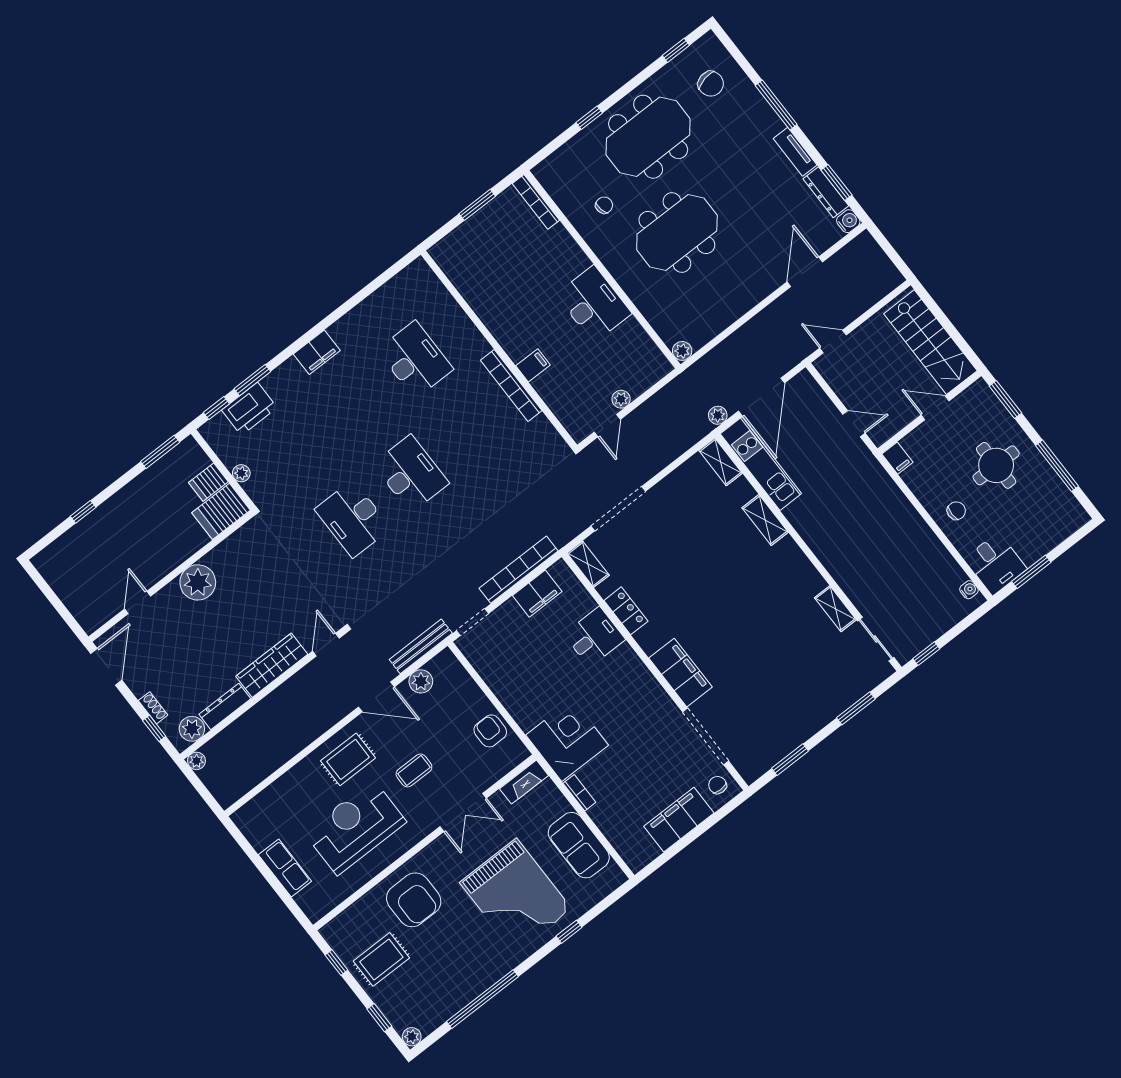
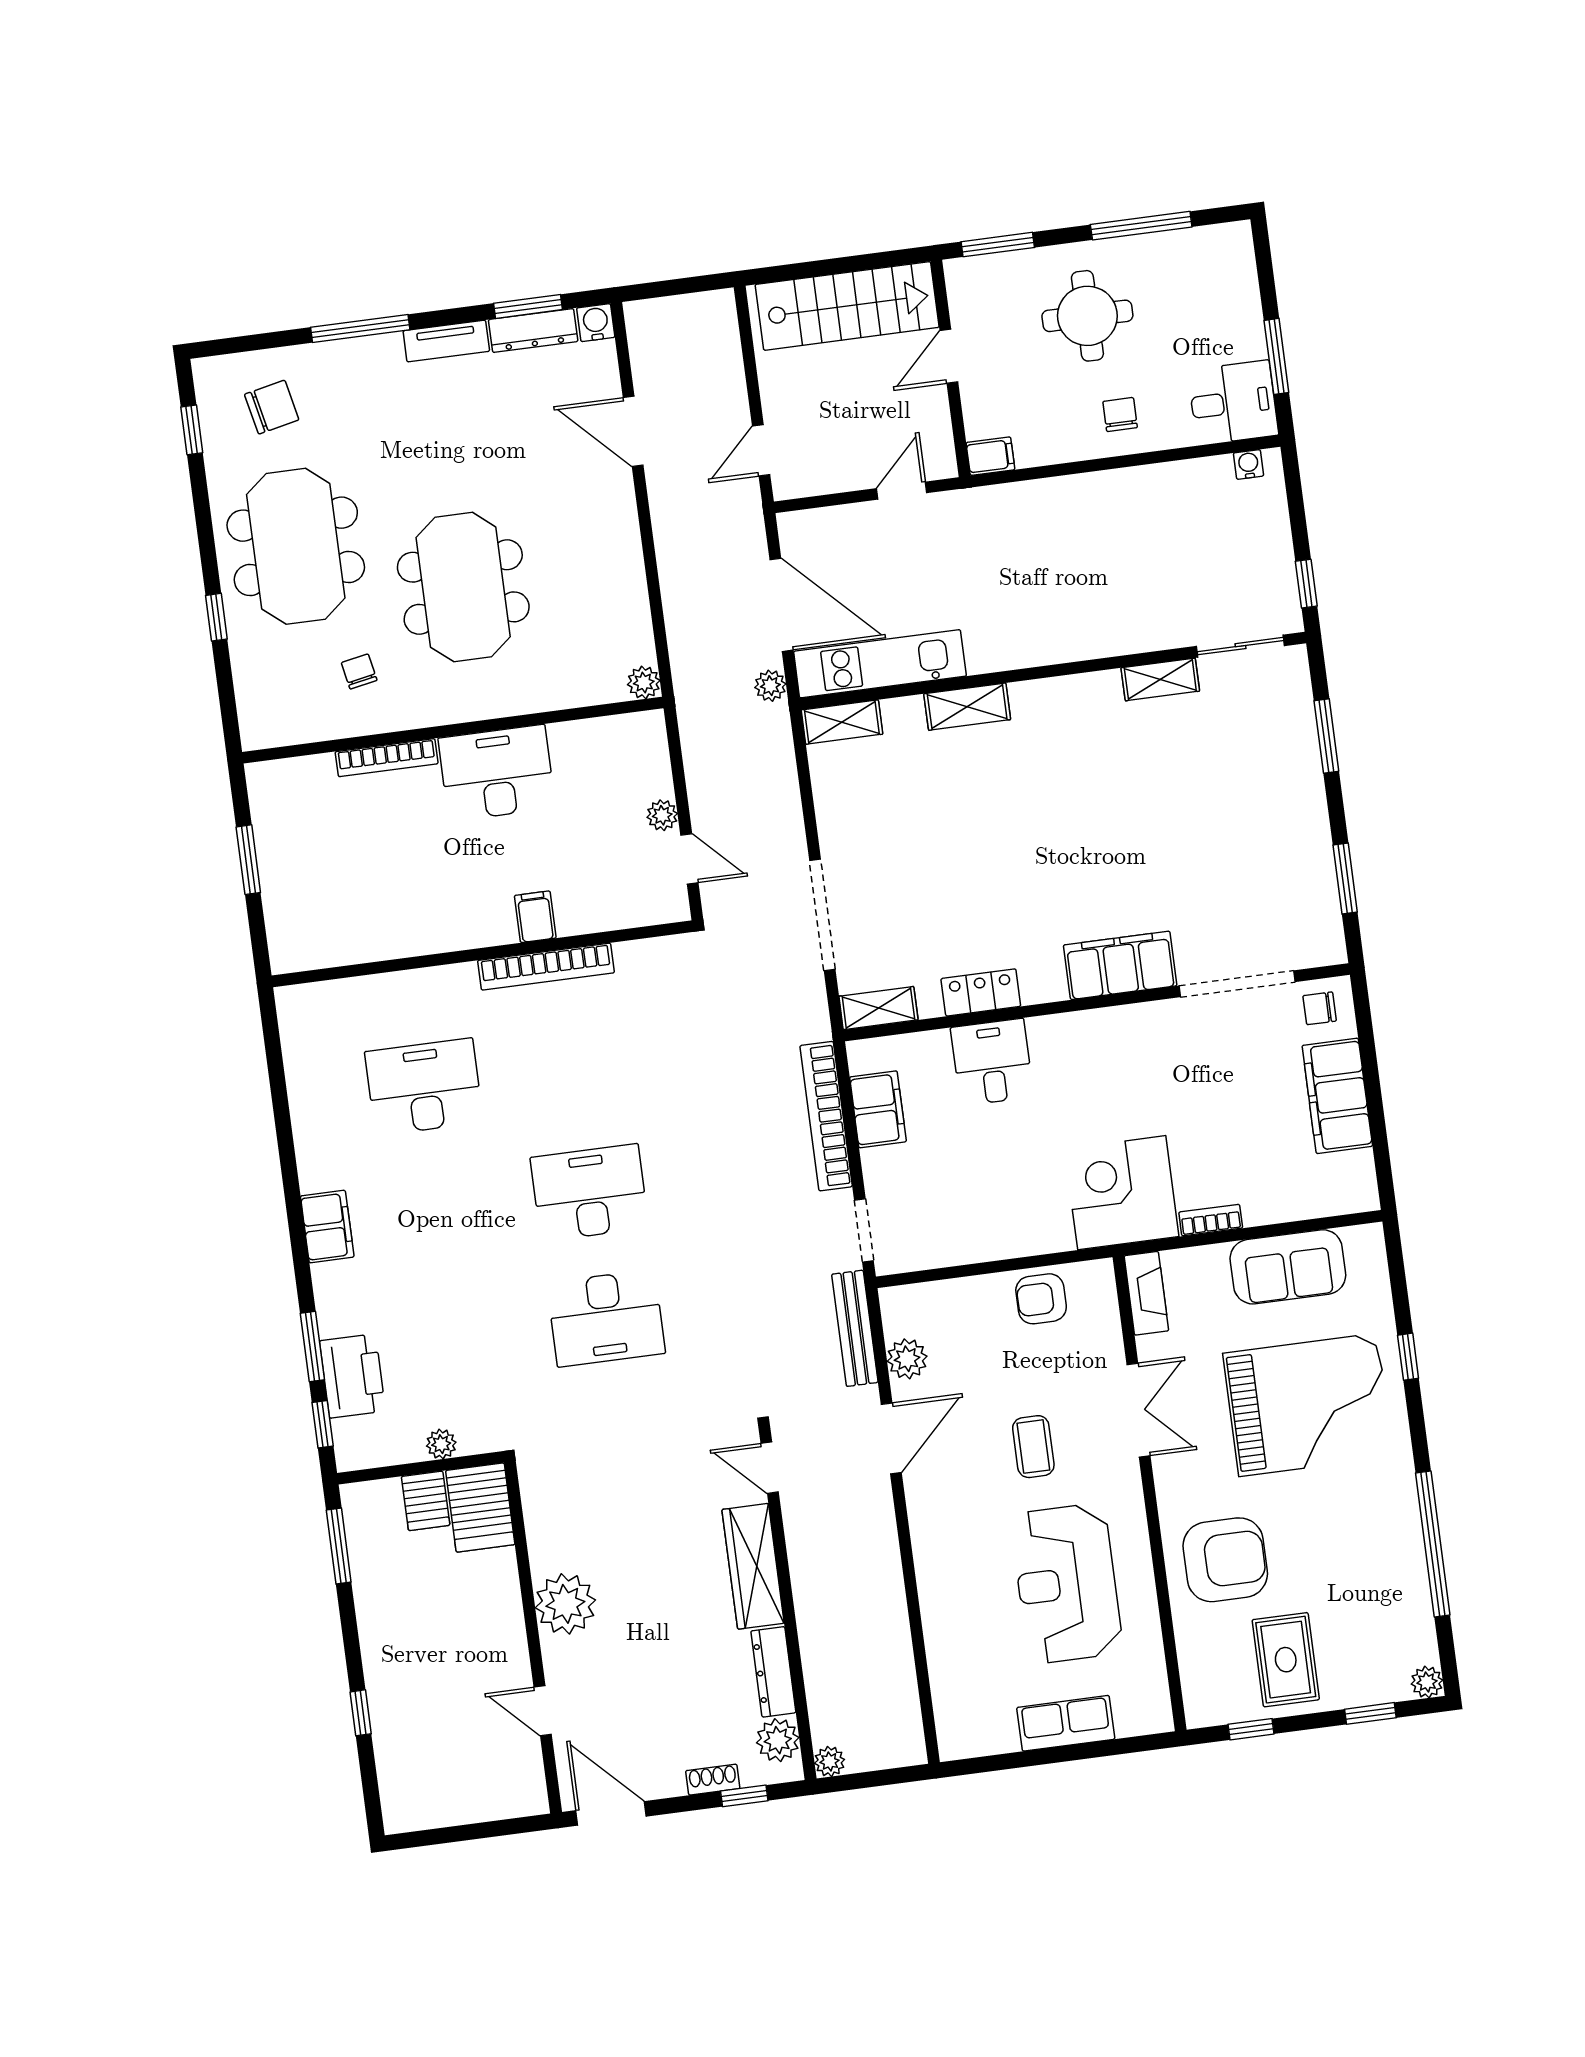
bookcase: (536, 202) -> (387, 758), moved
rug: (348, 759) -> (959, 1535), removed

